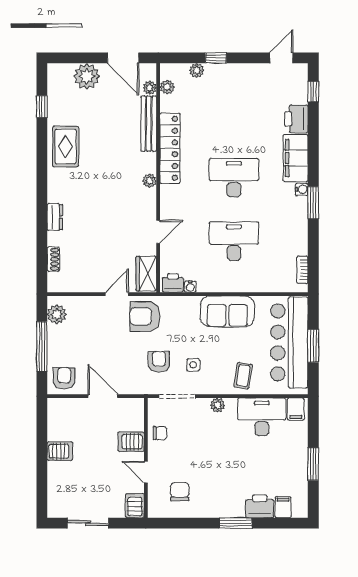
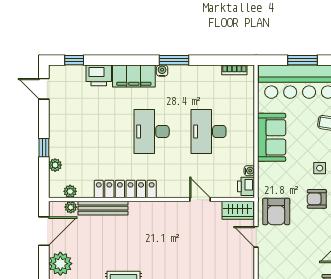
plant: (150, 181) -> (154, 207), removed

